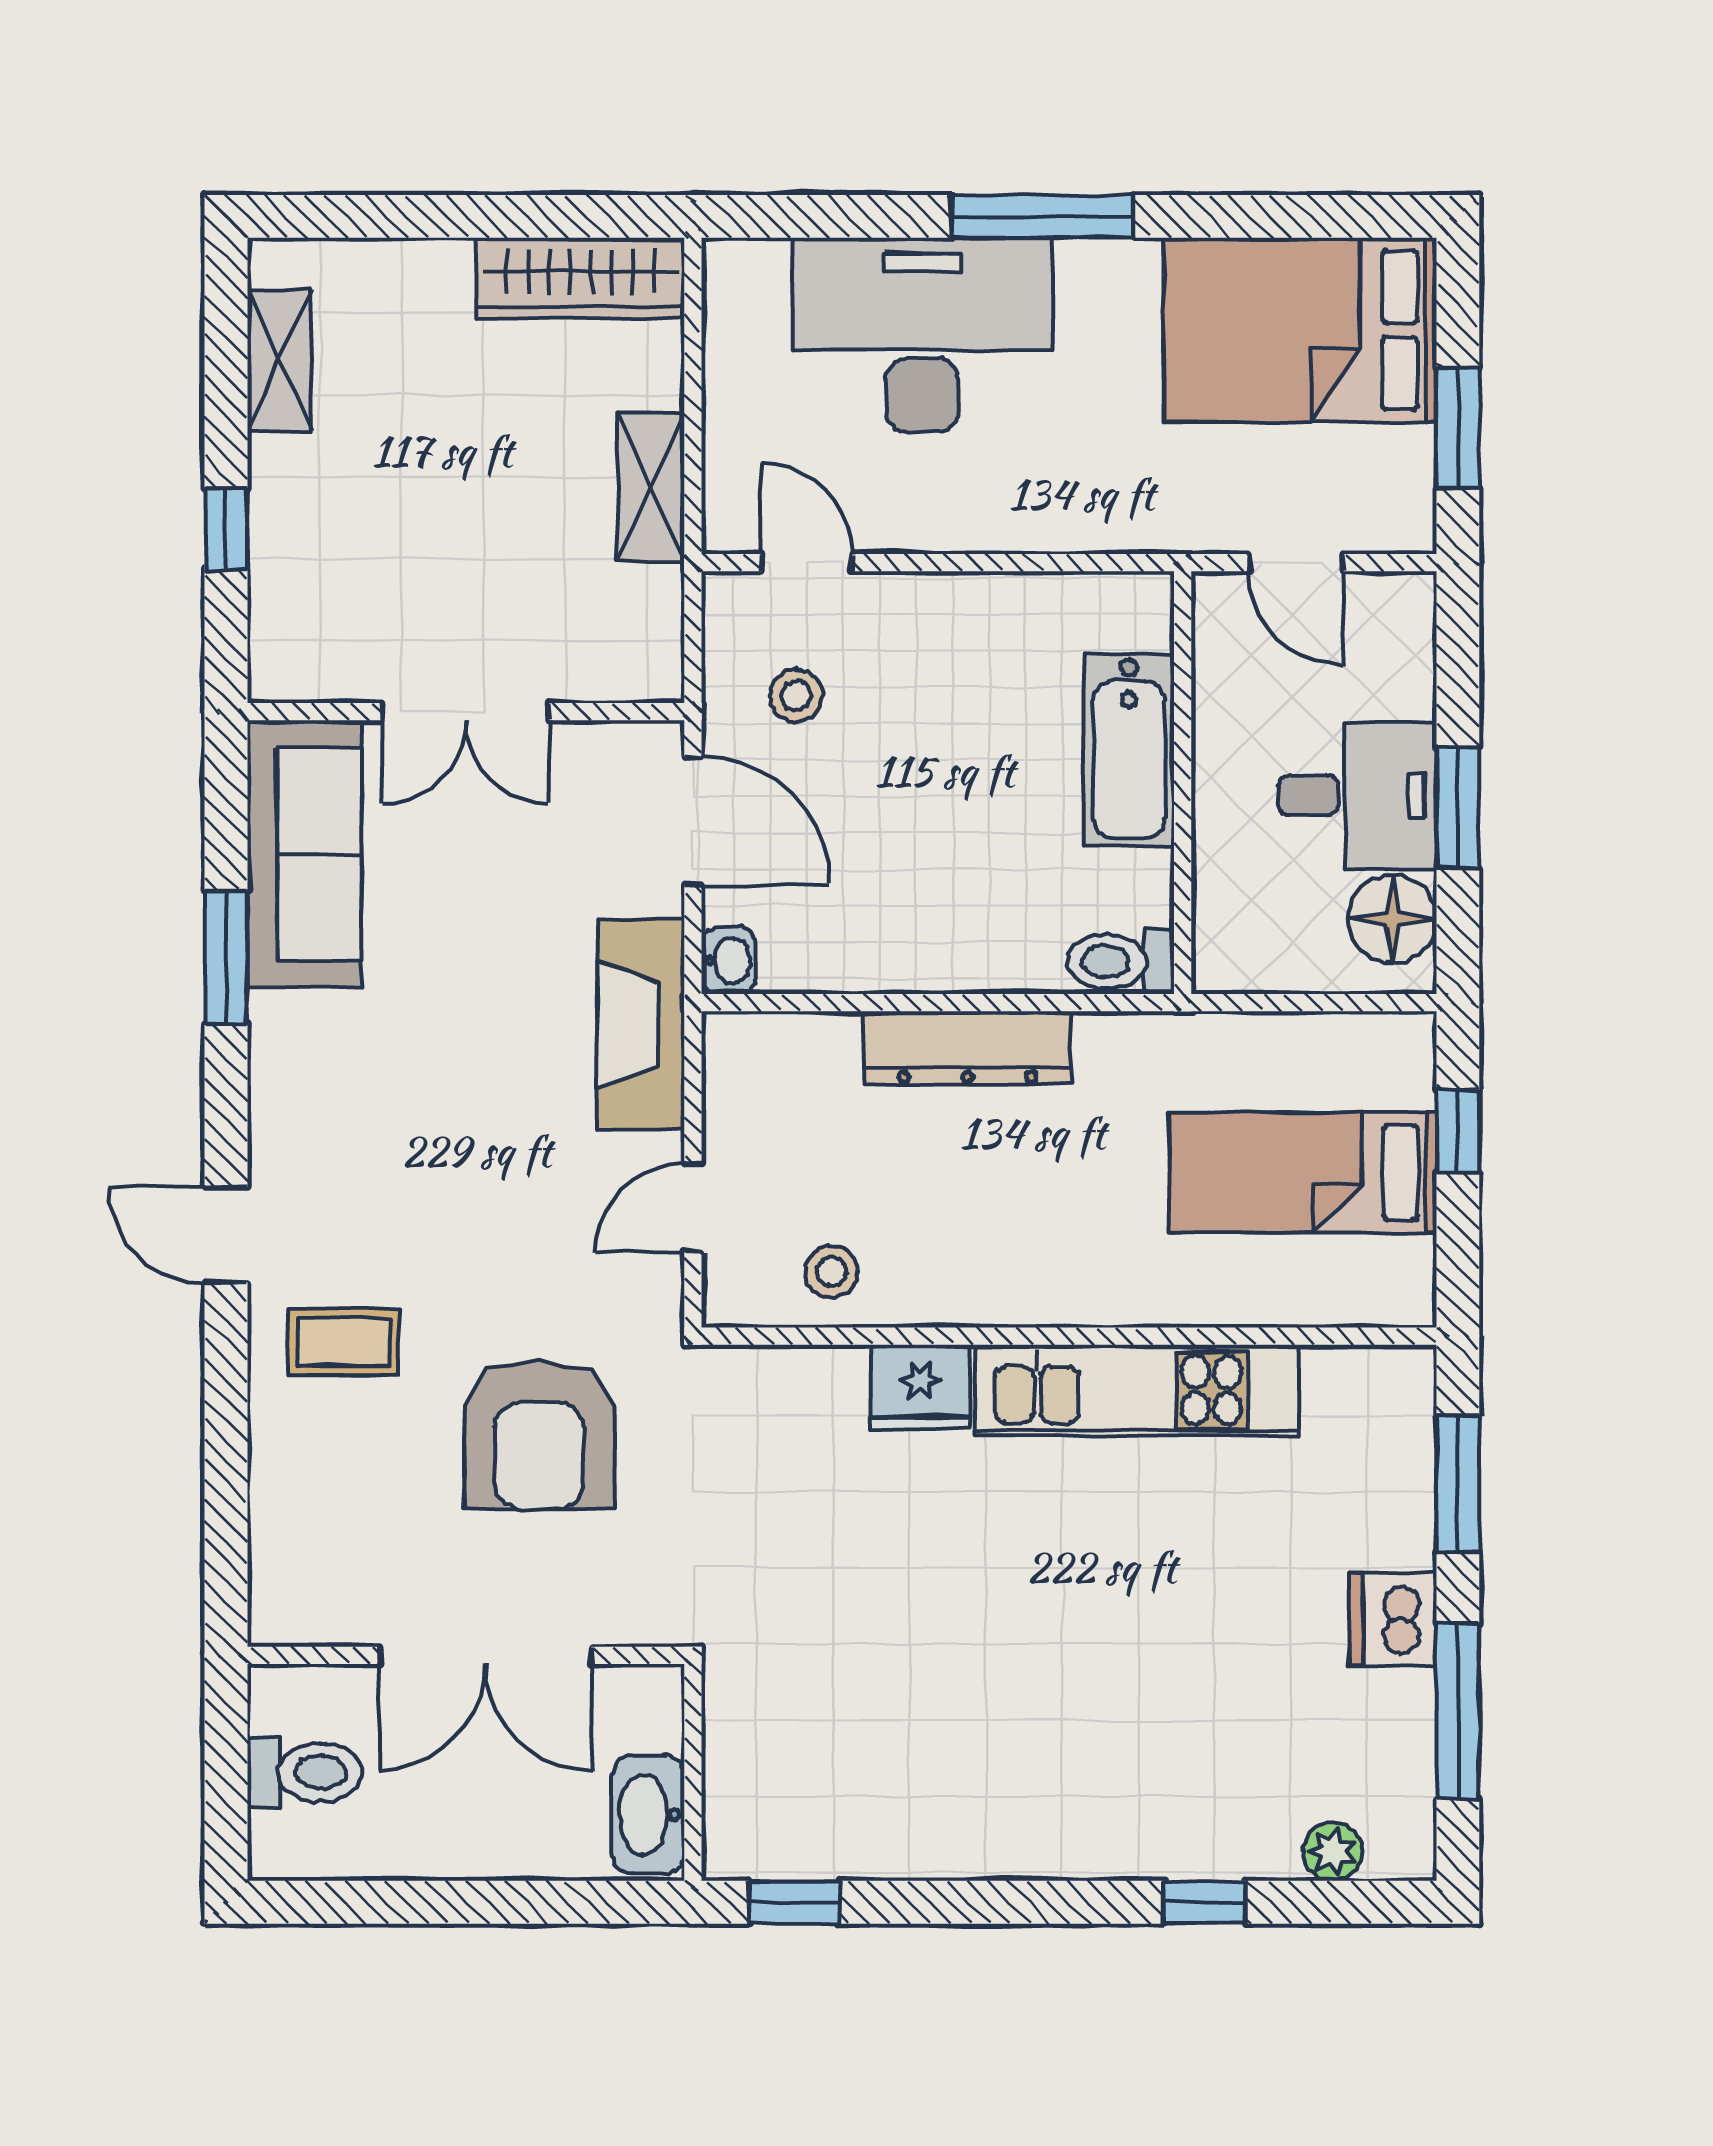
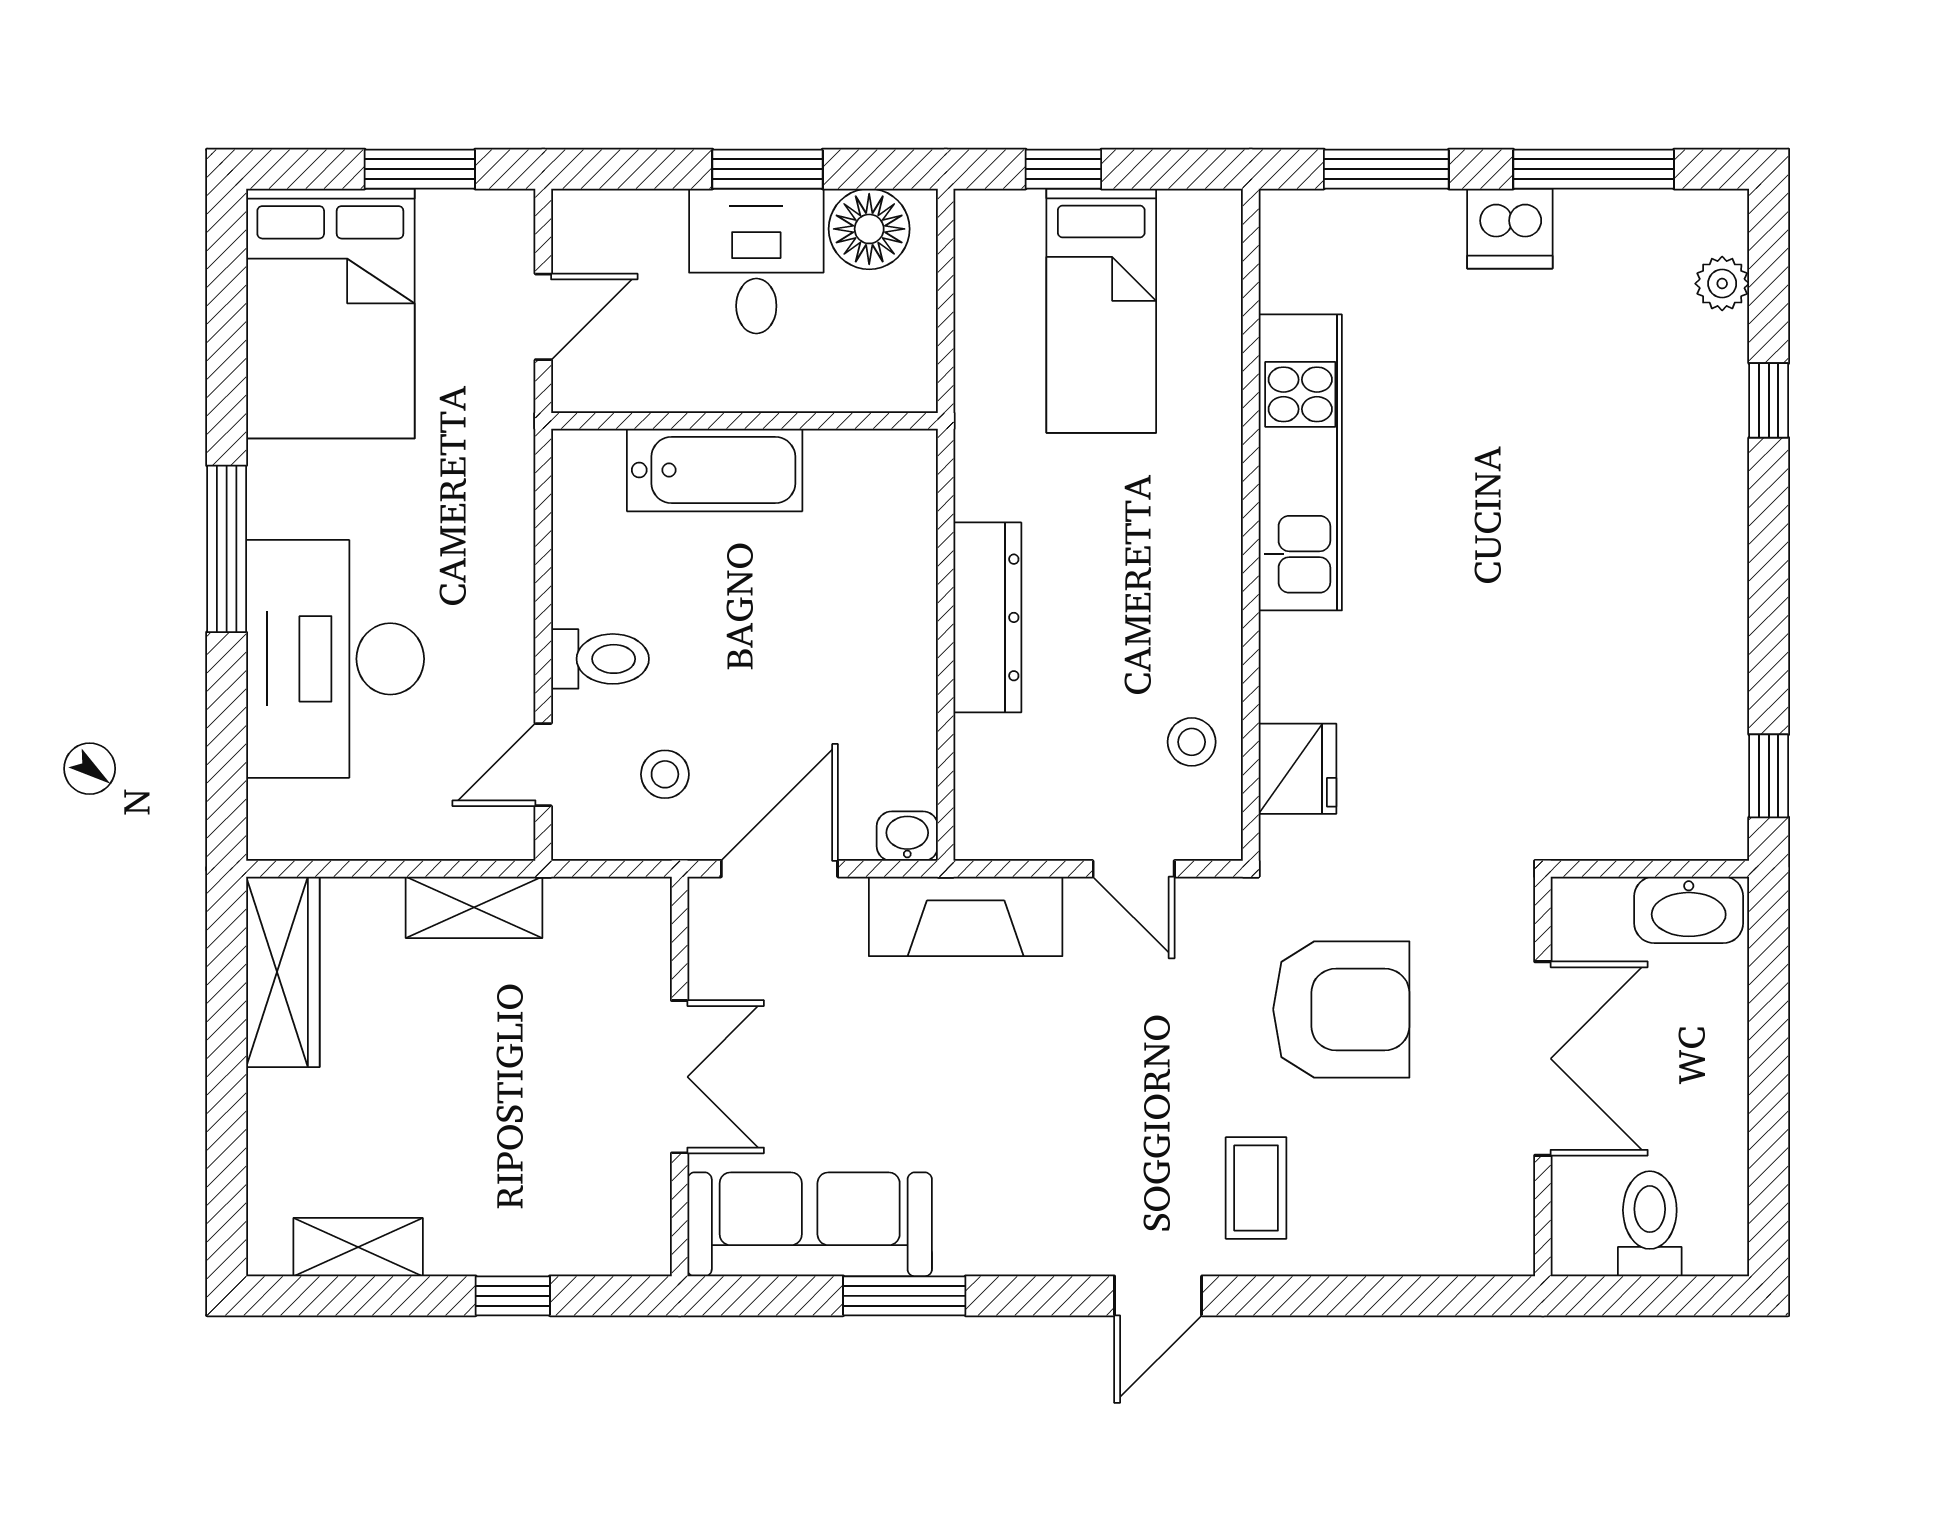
toilet: (1121, 961) -> (600, 659), moved, turned -90
fridge: (920, 1387) -> (1297, 769), moved

